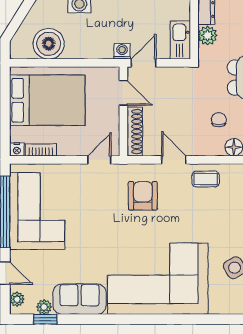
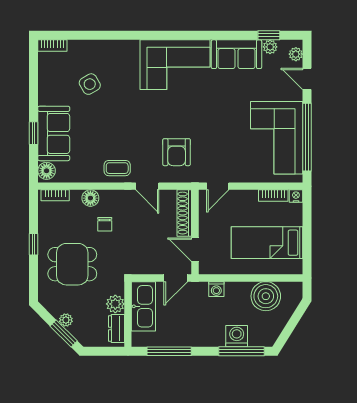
kitchen sink: (180, 40) -> (143, 306), width x1.36, depth x1.24
washing machine: (122, 51) -> (216, 289), moved
bed: (47, 100) -> (267, 243), width x0.67
corner sofa: (158, 279) -> (175, 65), width x0.73, depth x0.74

